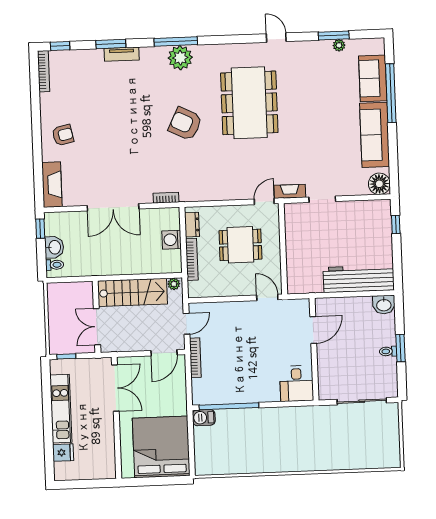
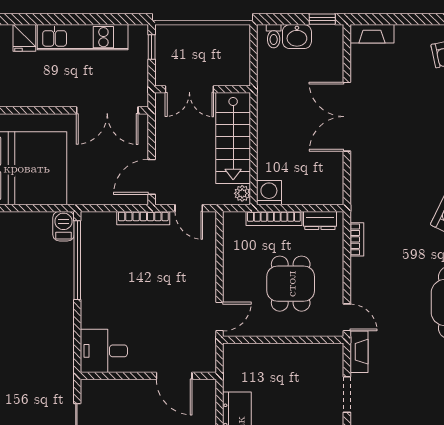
fireplace: (52, 185) -> (372, 34), width x0.73, depth x0.76
bookcase: (166, 198) -> (357, 239), moved
washing machine: (172, 240) -> (269, 193), moved
double door: (97, 327) -> (189, 89), swing flipped
door: (164, 353) -> (152, 177), hinge flipped

